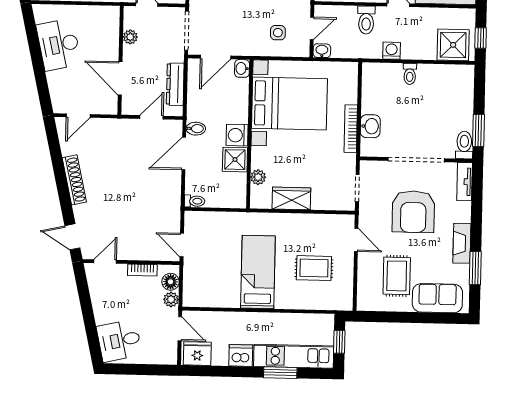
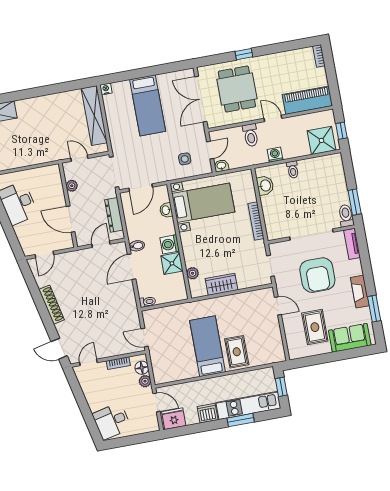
washbasin: (242, 68) -> (166, 210), moved
bed with nightstands: (289, 104) -> (203, 203), width x0.73
washbasin: (370, 126) -> (265, 186), moved
rug: (314, 268) -> (237, 352), moved, turned 90

